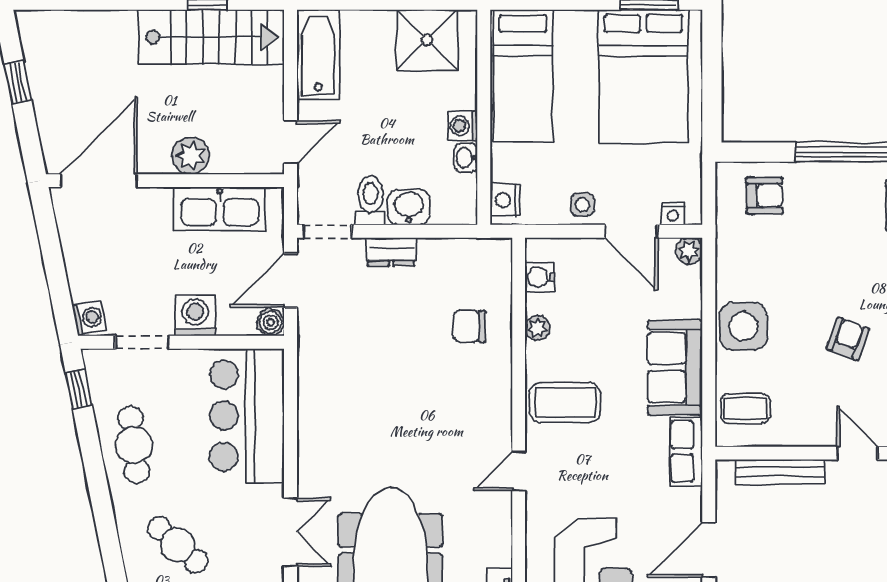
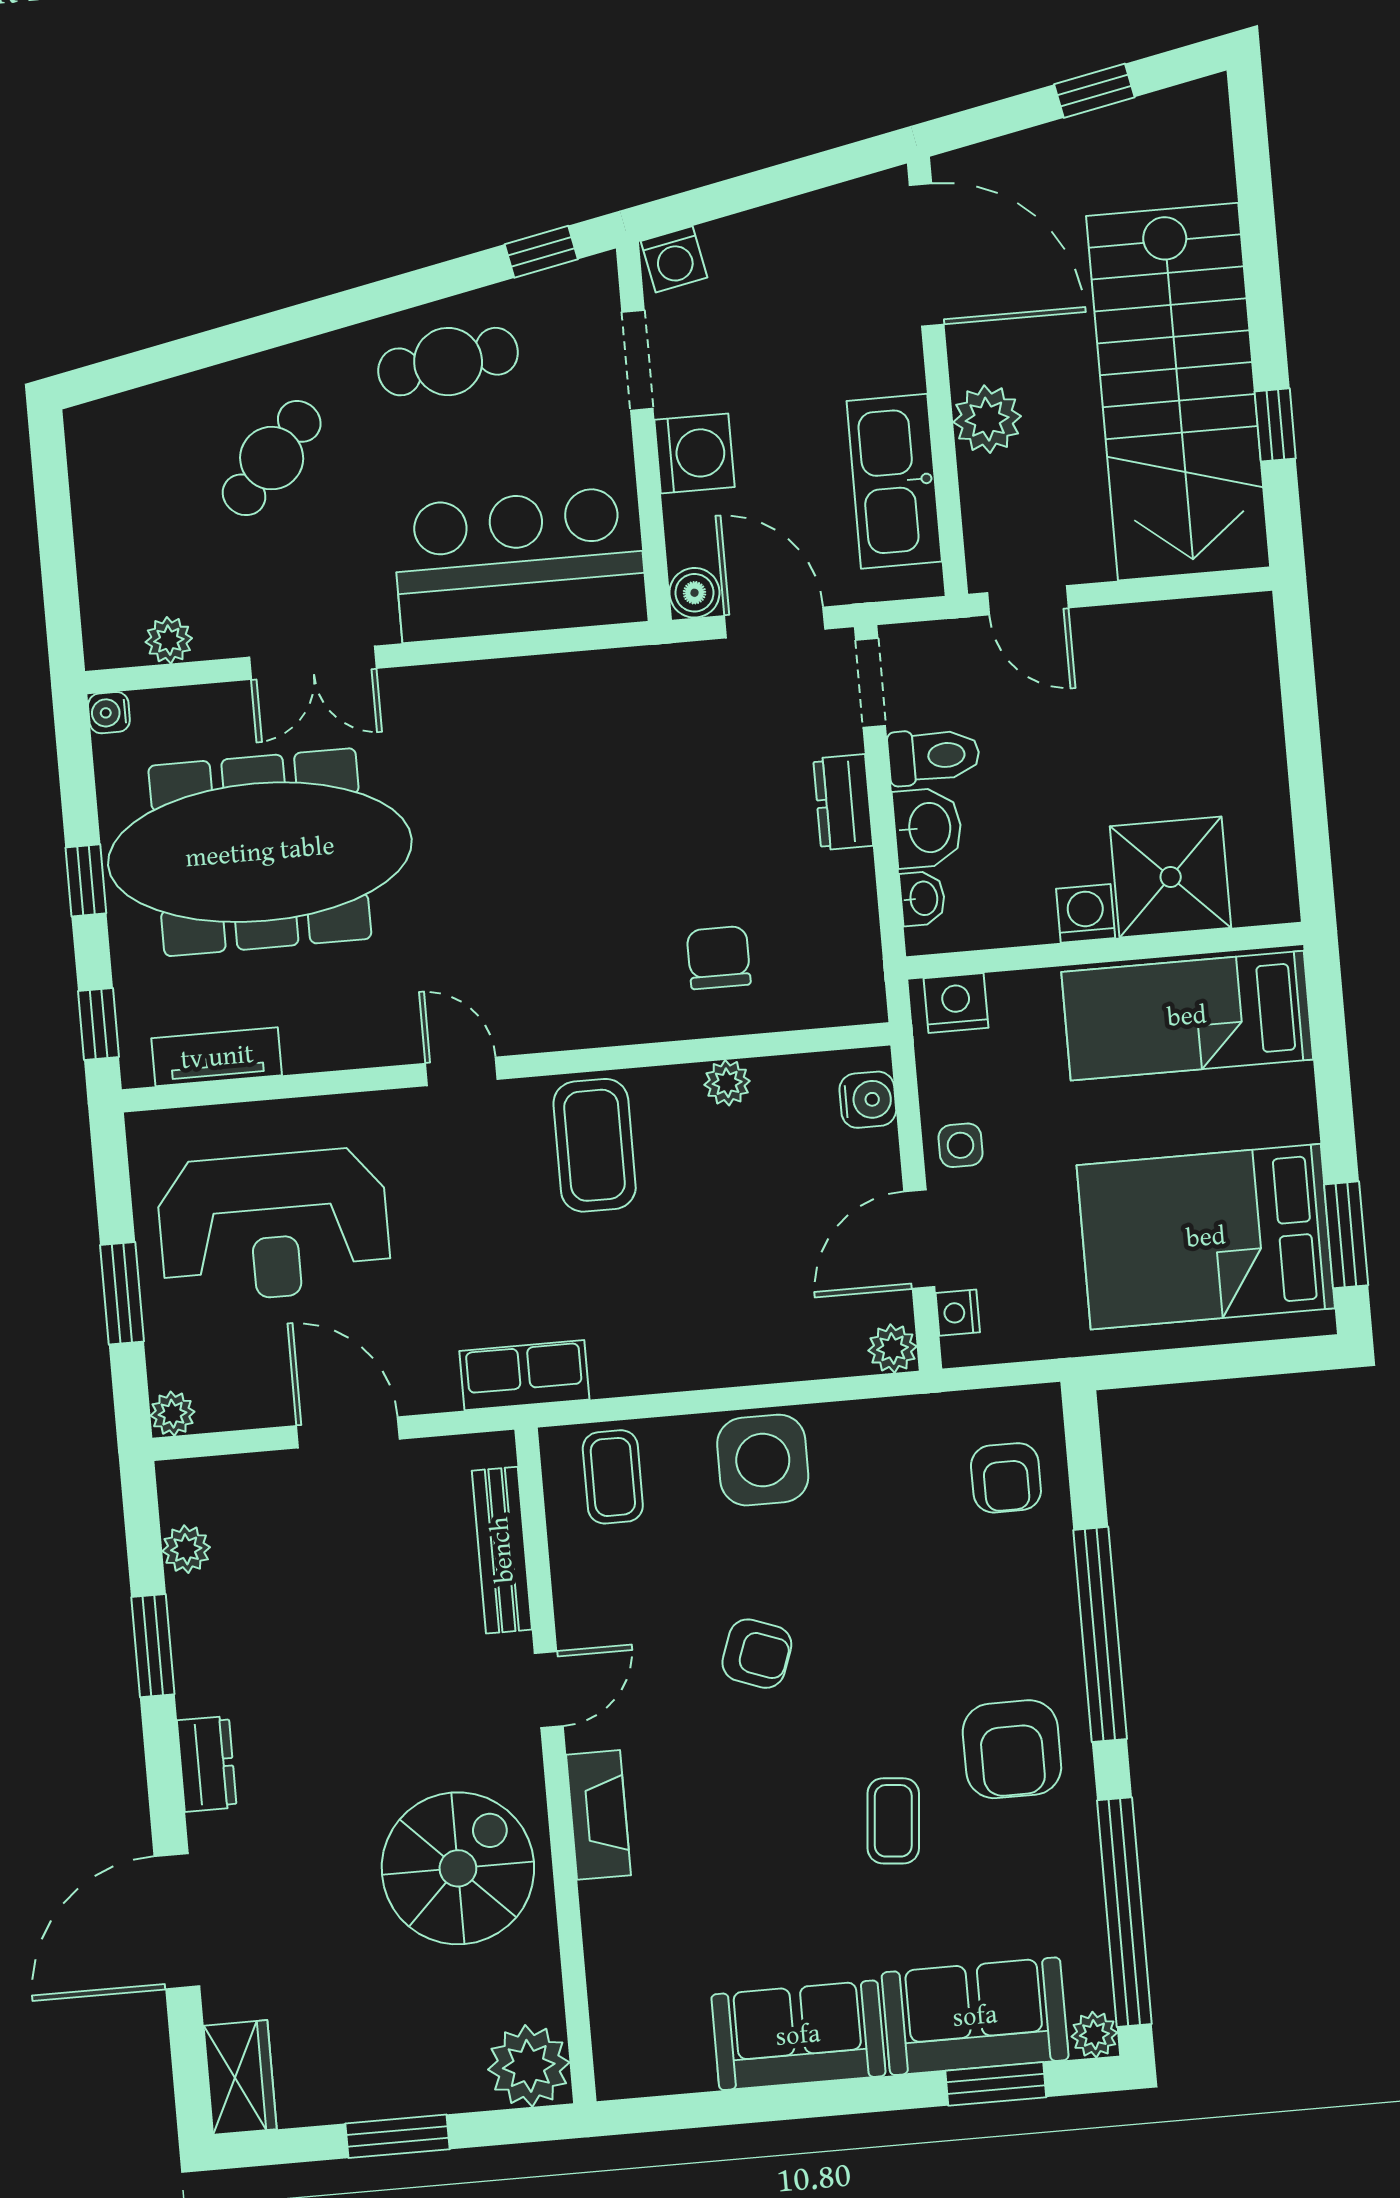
stairs: (211, 37) -> (1178, 392), width x1.36, depth x1.51
shower: (427, 40) -> (1171, 877), moved
bathtub: (318, 55) -> (1193, 637), removed
washbasin: (466, 158) -> (923, 898), moved, turned 90
water cooler: (540, 277) -> (868, 1100), moved, turned 90
sofa: (675, 367) -> (676, 1341), removed

